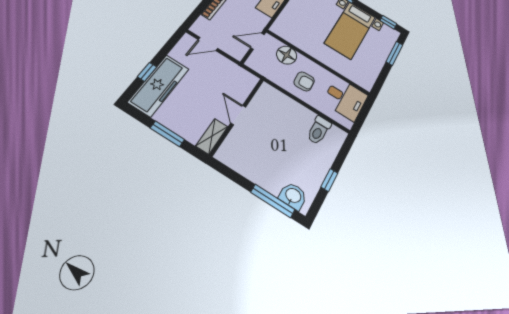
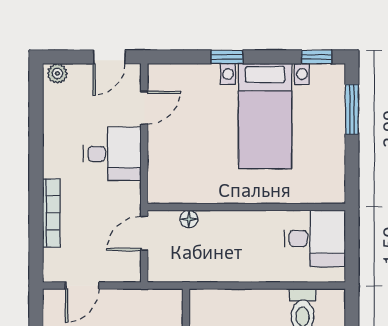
floor lamp: (287, 55) -> (189, 219), width x0.53, depth x0.53
armchair: (304, 81) -> (244, 251), removed

